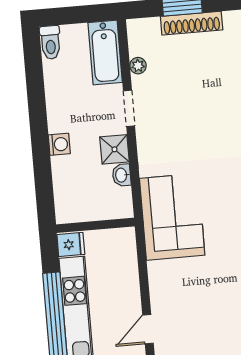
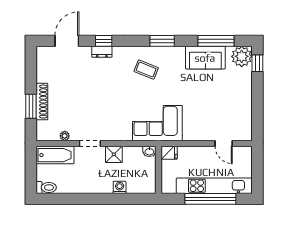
washing machine: (59, 144) -> (120, 187), moved
washbasin: (122, 175) -> (149, 151), moved
fridge: (71, 244) -> (169, 153), moved, turned 90

